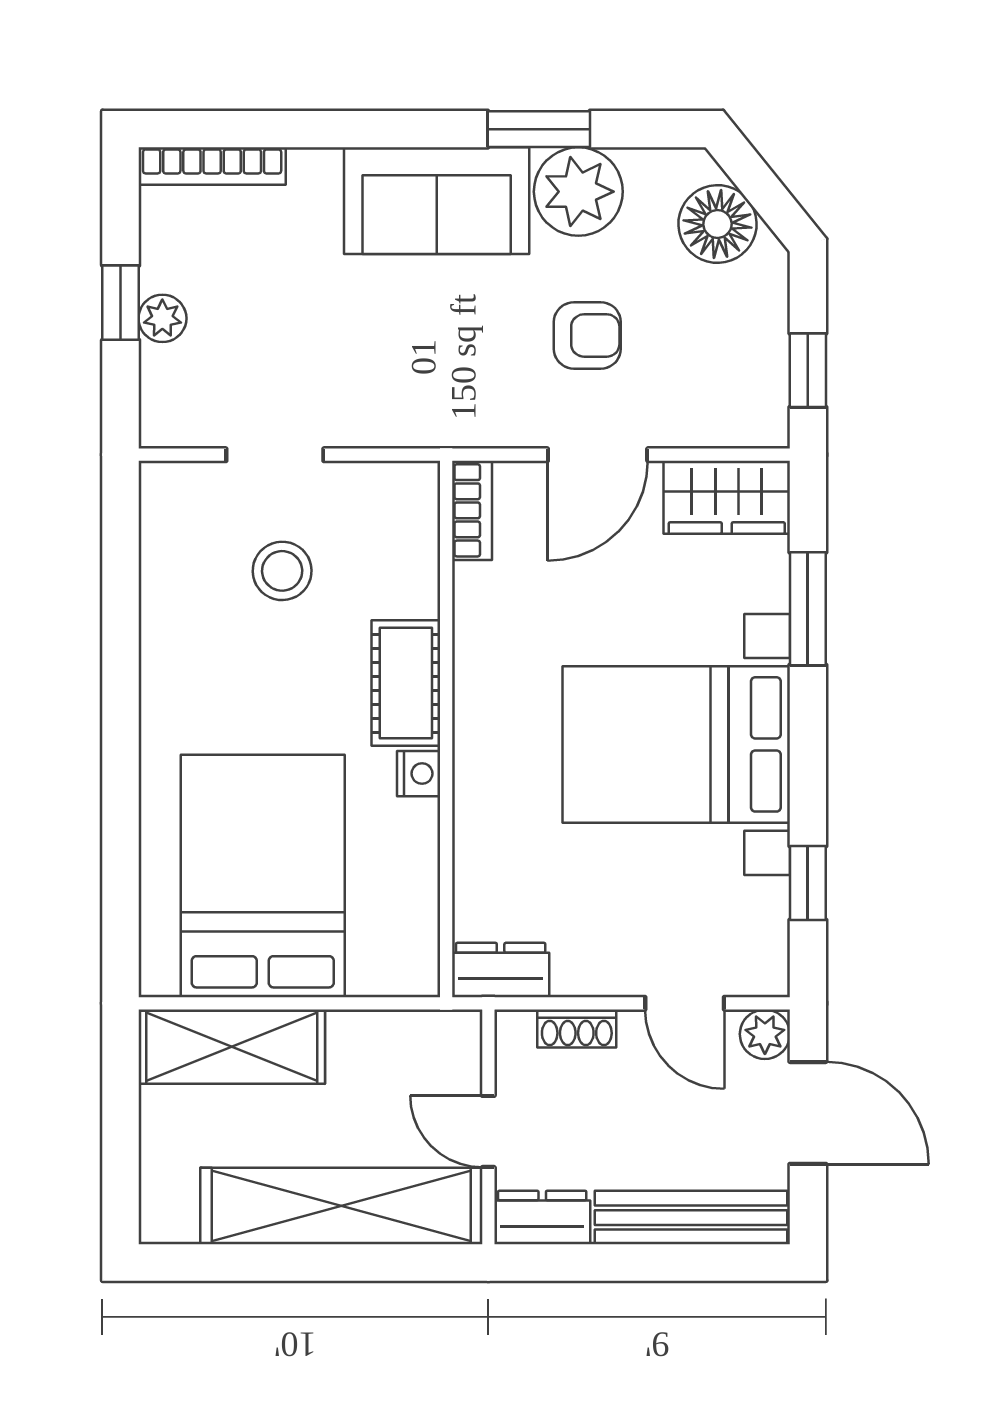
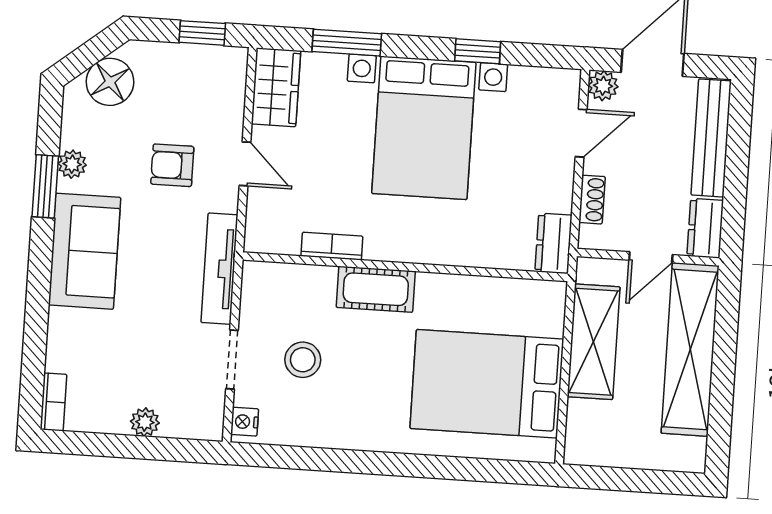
bookcase: (212, 166) -> (53, 402), width x0.64
plant: (578, 192) -> (72, 164), width x0.53, depth x0.53
window: (121, 303) -> (134, 447), removed
armchair: (587, 335) -> (172, 165), turned -90
tv unit: (423, 424) -> (219, 269), added
door: (598, 455) -> (245, 164), width x0.73
bookcase: (472, 510) -> (332, 246), moved
nightstand: (419, 774) -> (245, 422), moved, turned -90
window: (808, 883) -> (478, 51), moved
shelving: (232, 1047) -> (594, 342), moved

